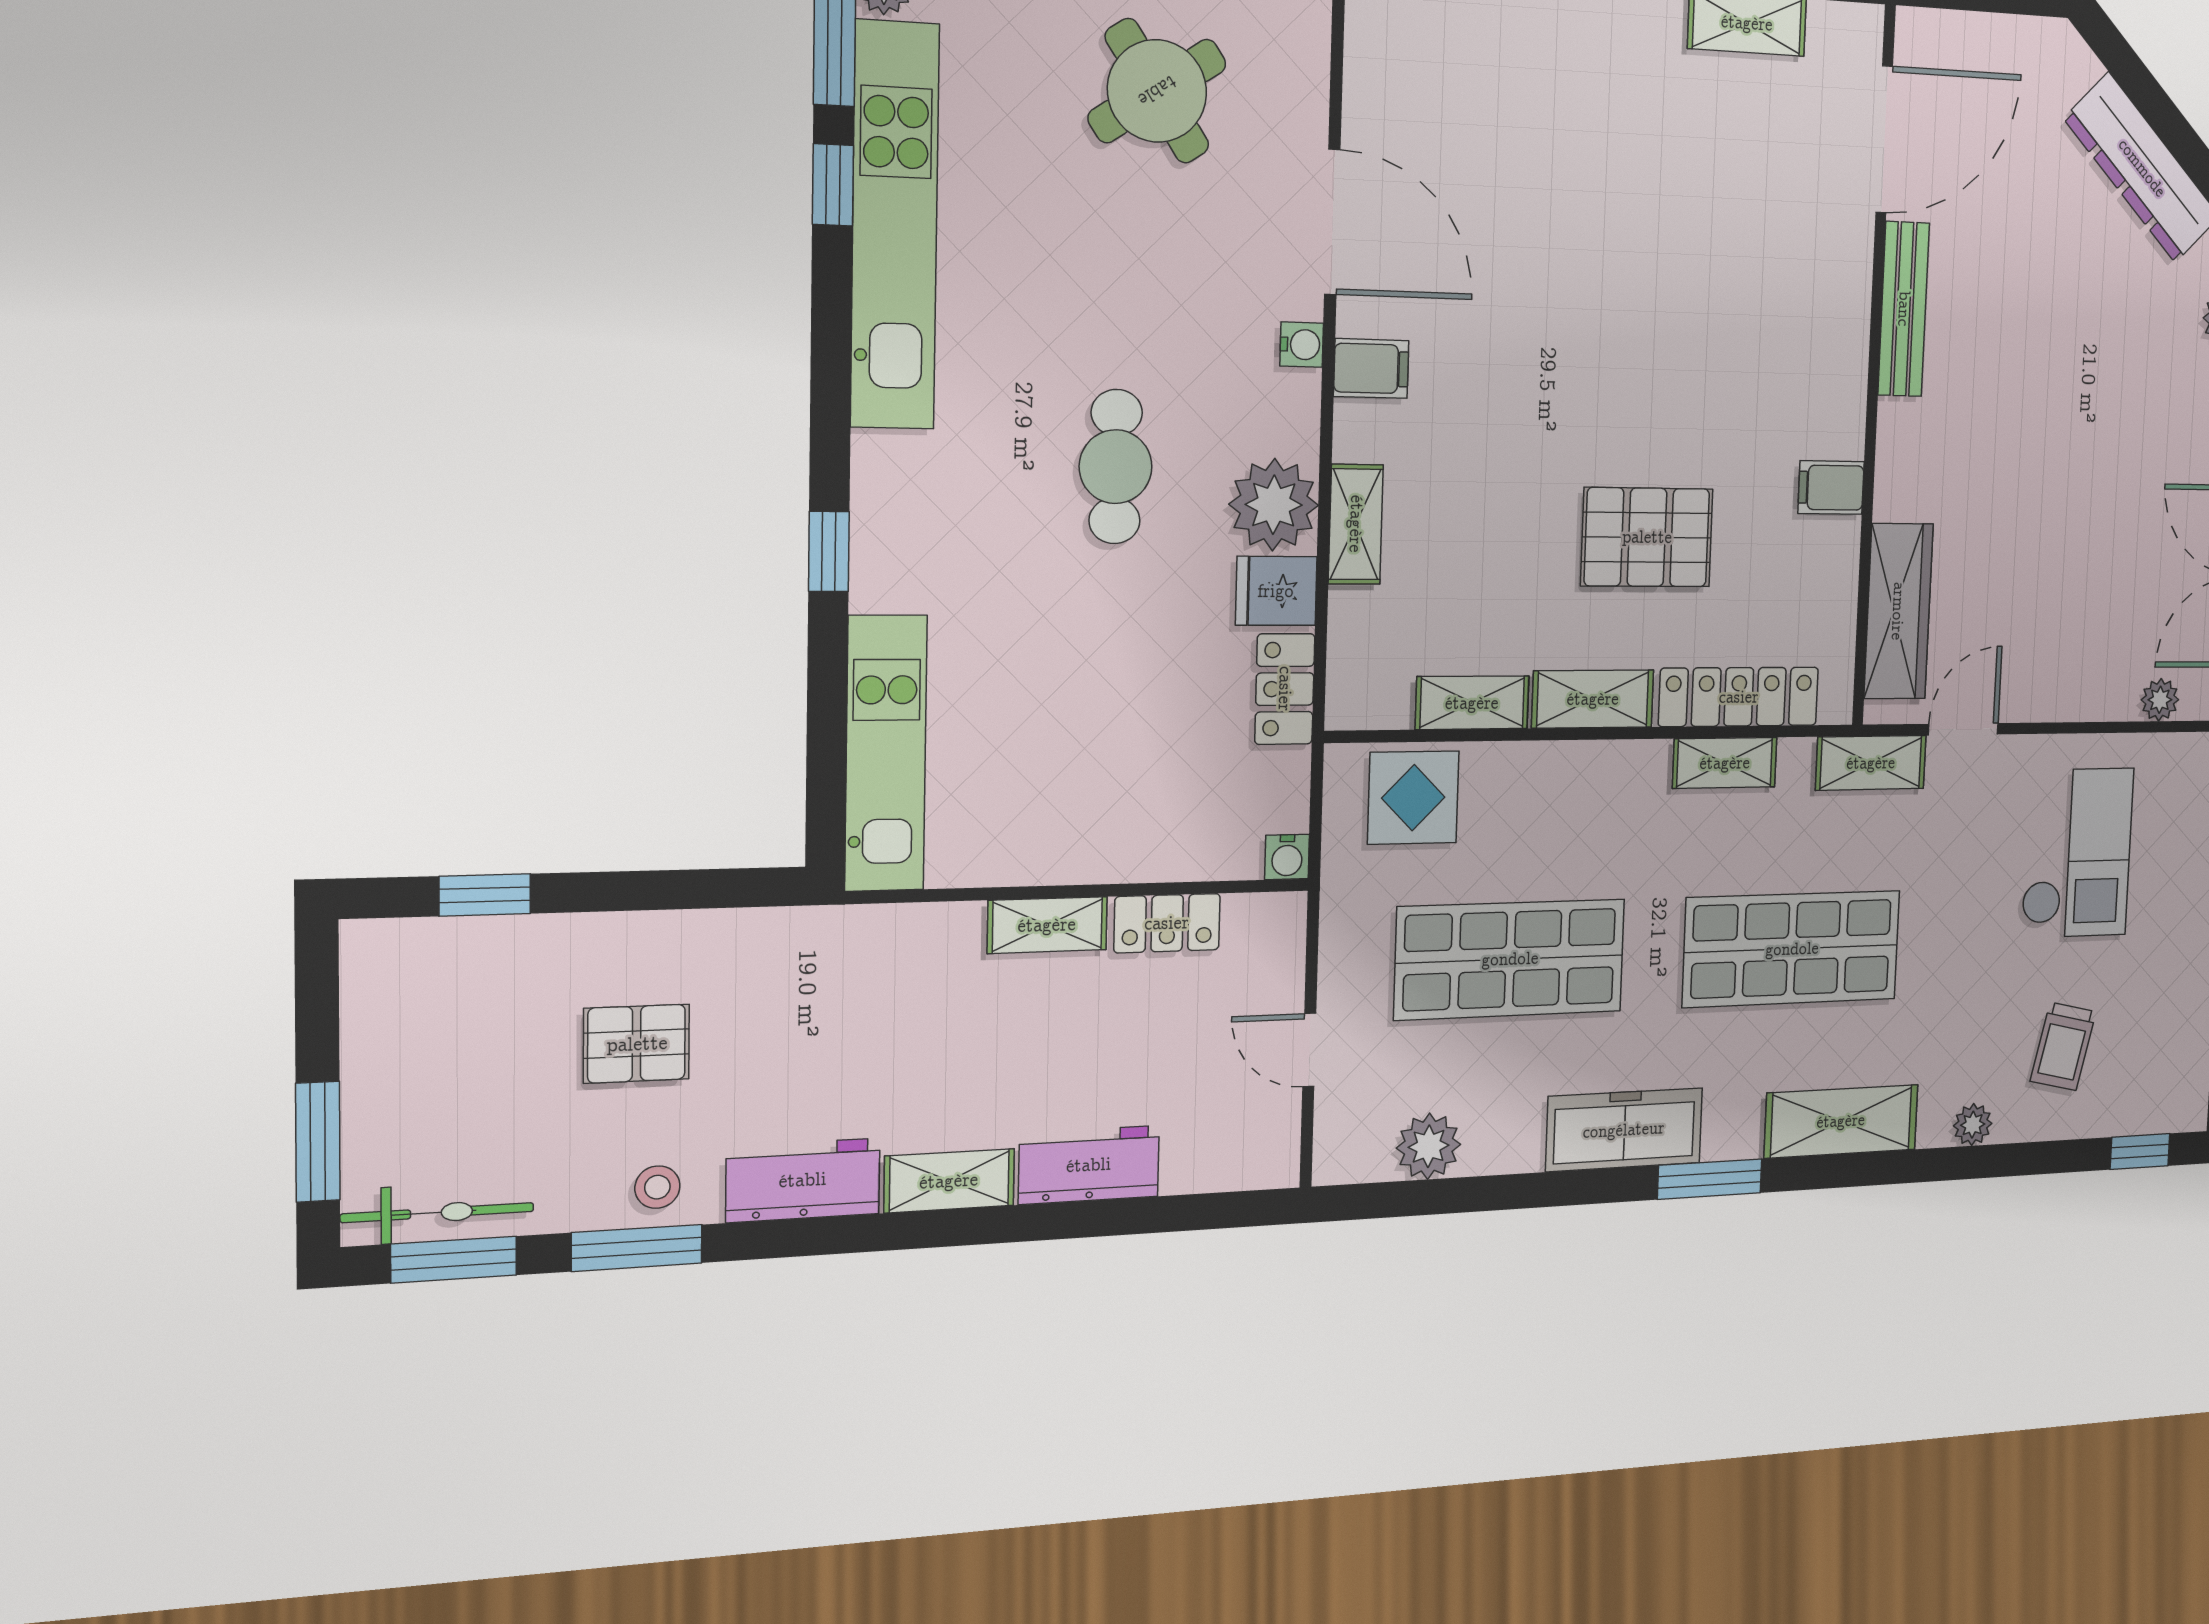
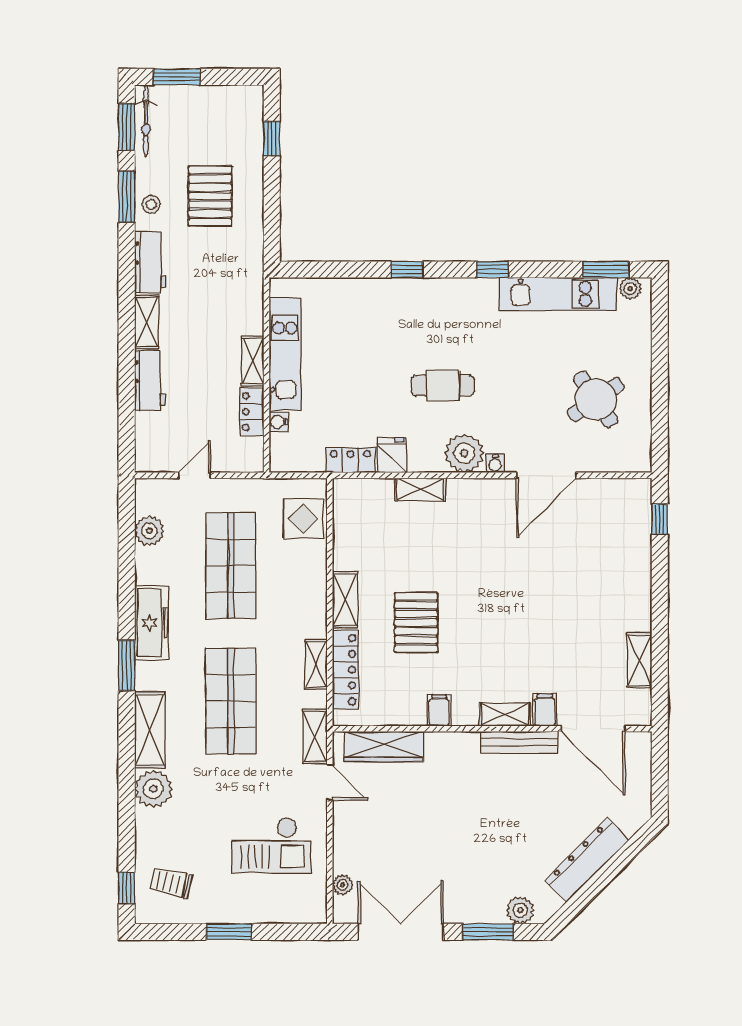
window: (833, 185) -> (492, 270), moved
kitchen unit: (895, 226) -> (558, 294), width x0.73
filing cabinet: (1371, 368) -> (545, 710), moved, turned 180
plant: (1274, 505) -> (464, 453), moved
shelving: (1472, 703) -> (505, 715), moved, turned 90
kitchen unit: (886, 753) -> (285, 354), moved, turned -90
water cooler: (1287, 857) -> (279, 422), moved
pallet: (637, 1044) -> (210, 196), width x1.50, depth x1.42
trolley: (2063, 1046) -> (171, 883), moved
plant: (1973, 1125) -> (153, 789), width x1.88, depth x1.88

